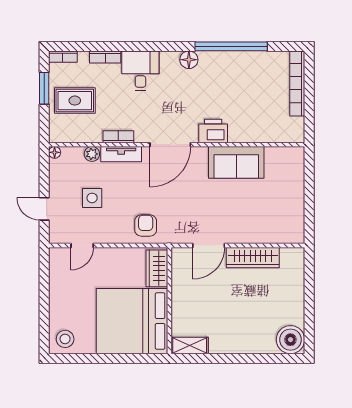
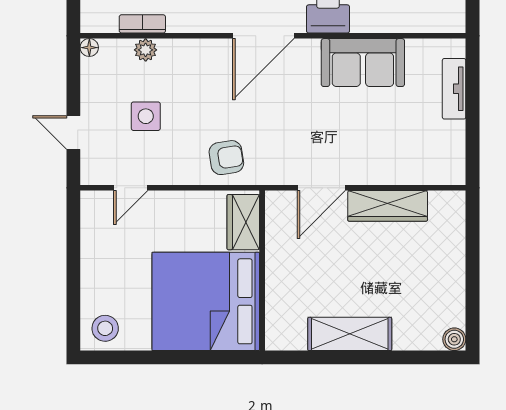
bookcase: (118, 137) -> (142, 24), moved
tv unit: (121, 154) -> (454, 89), moved, turned 90
armchair: (146, 225) -> (226, 158), turned 81
boiler: (290, 340) -> (454, 339), width x0.54, depth x0.54
shelving: (190, 345) -> (350, 334), moved, width x1.50, depth x1.33

